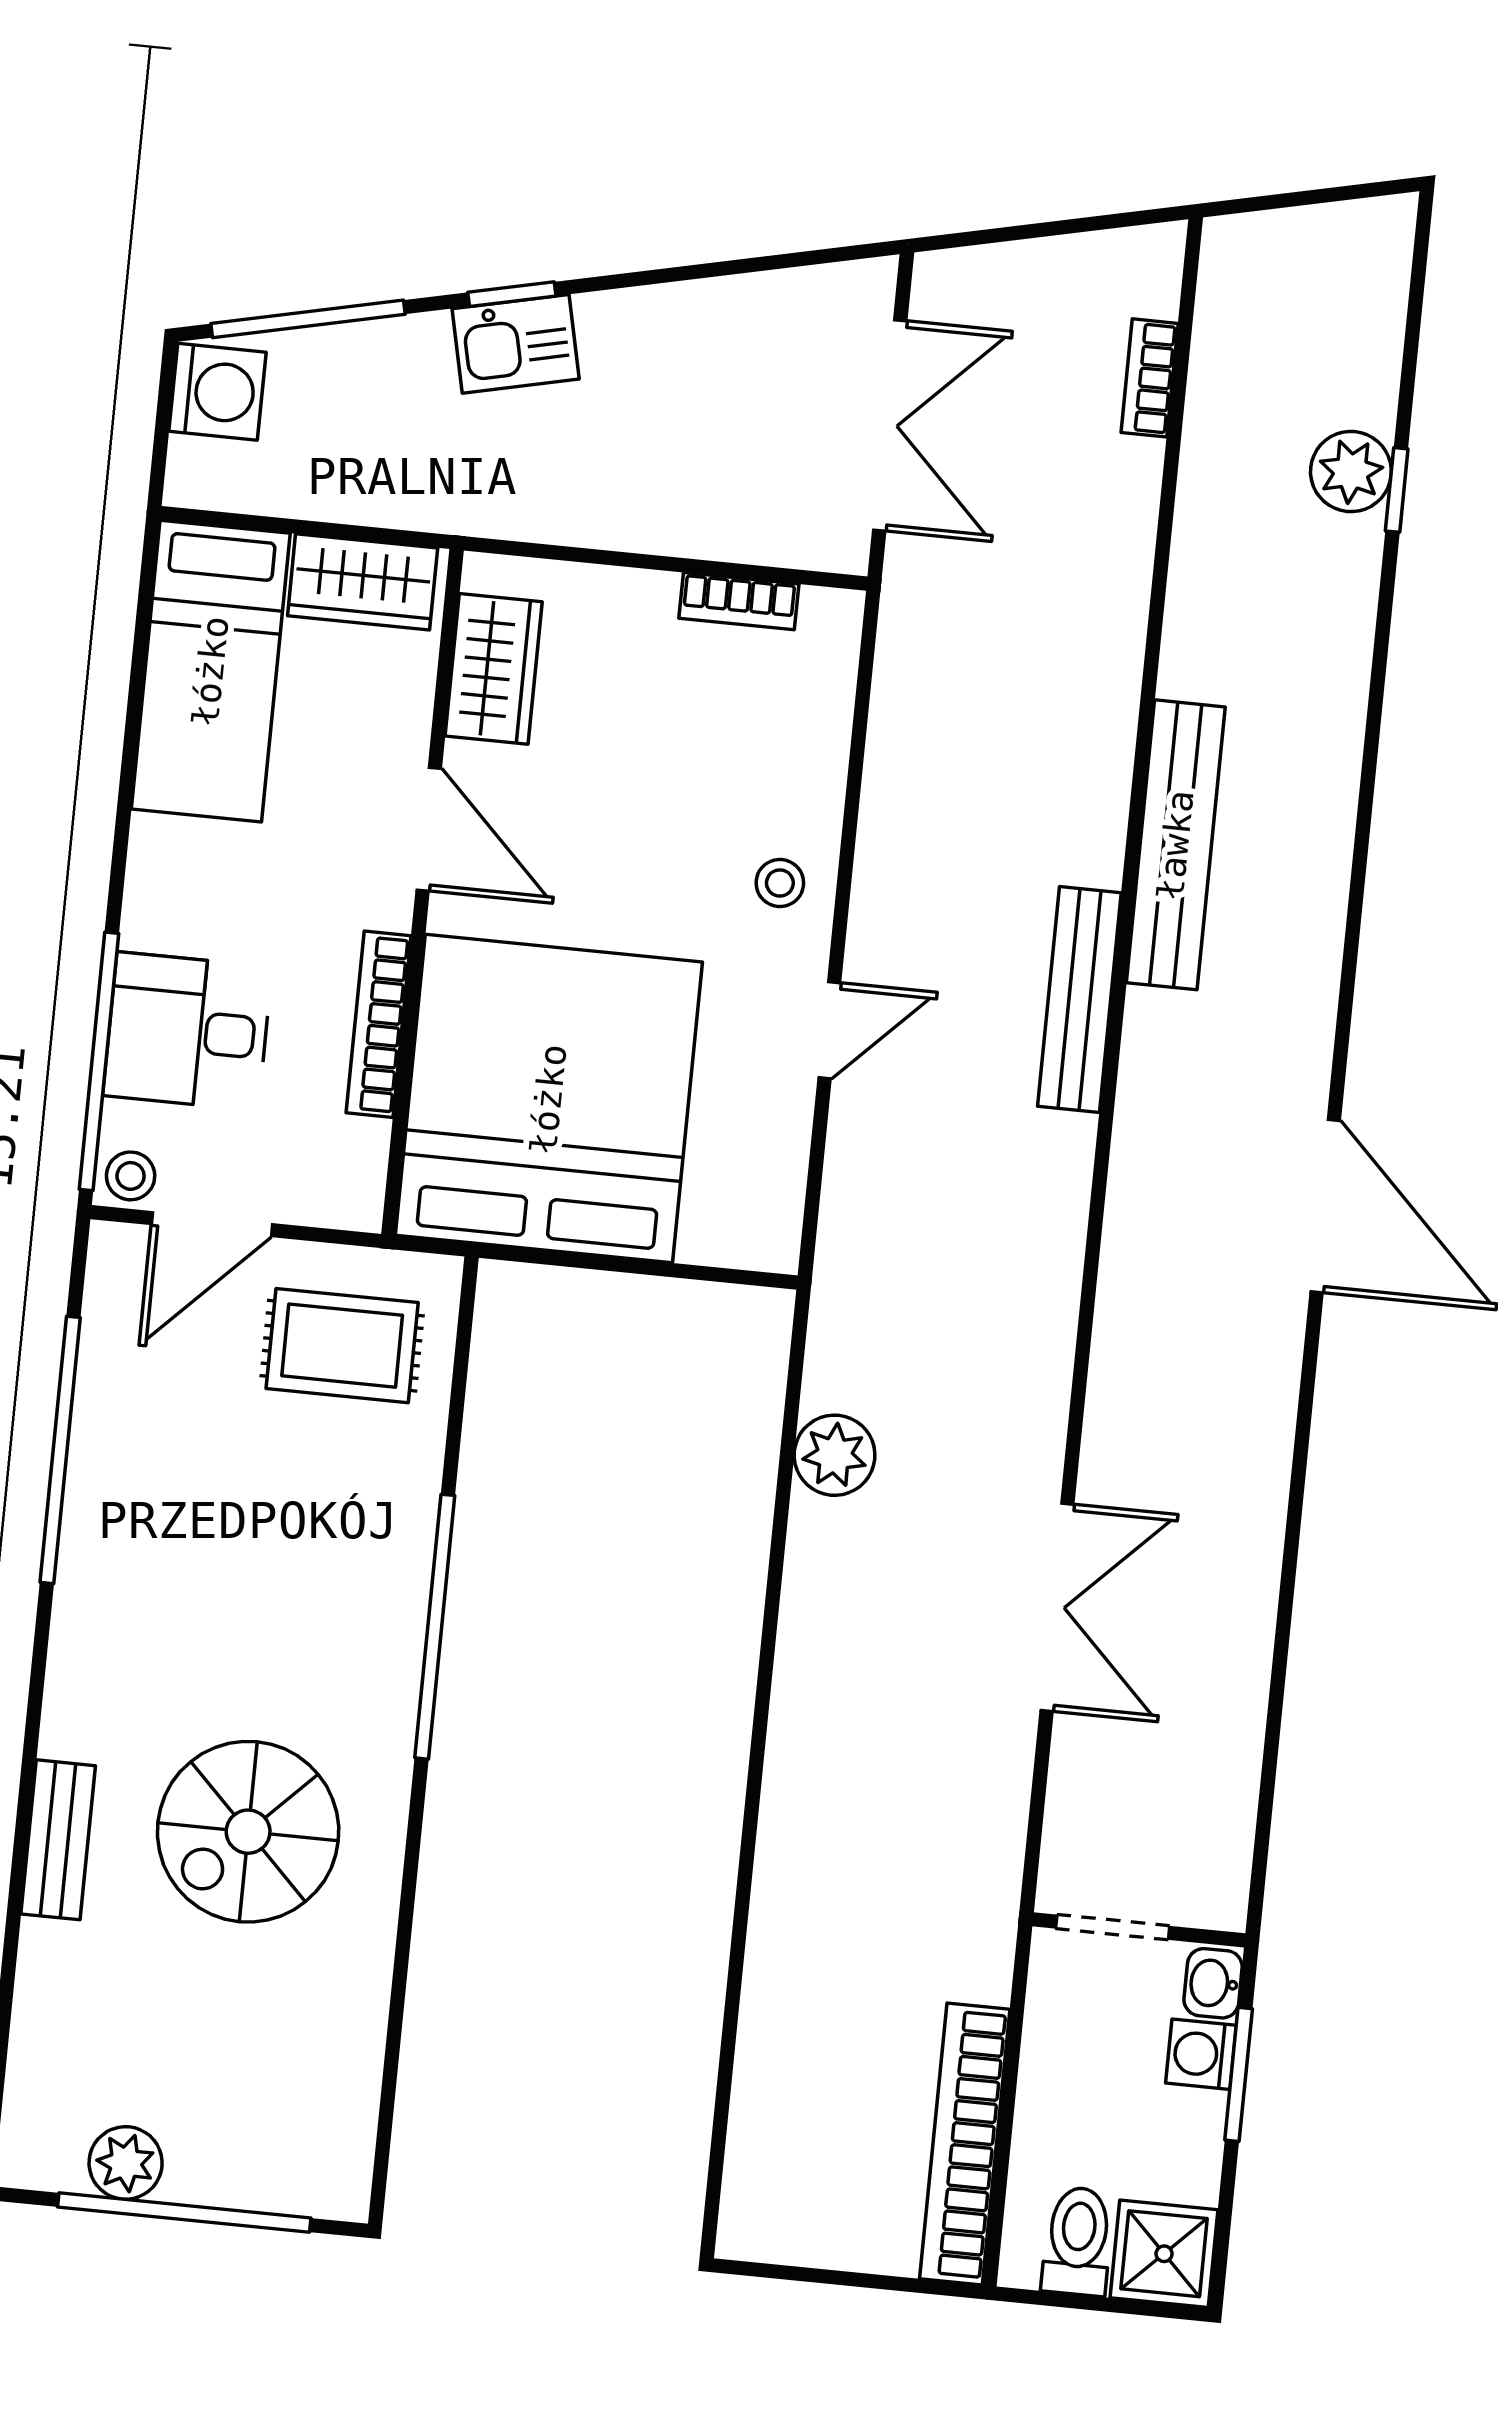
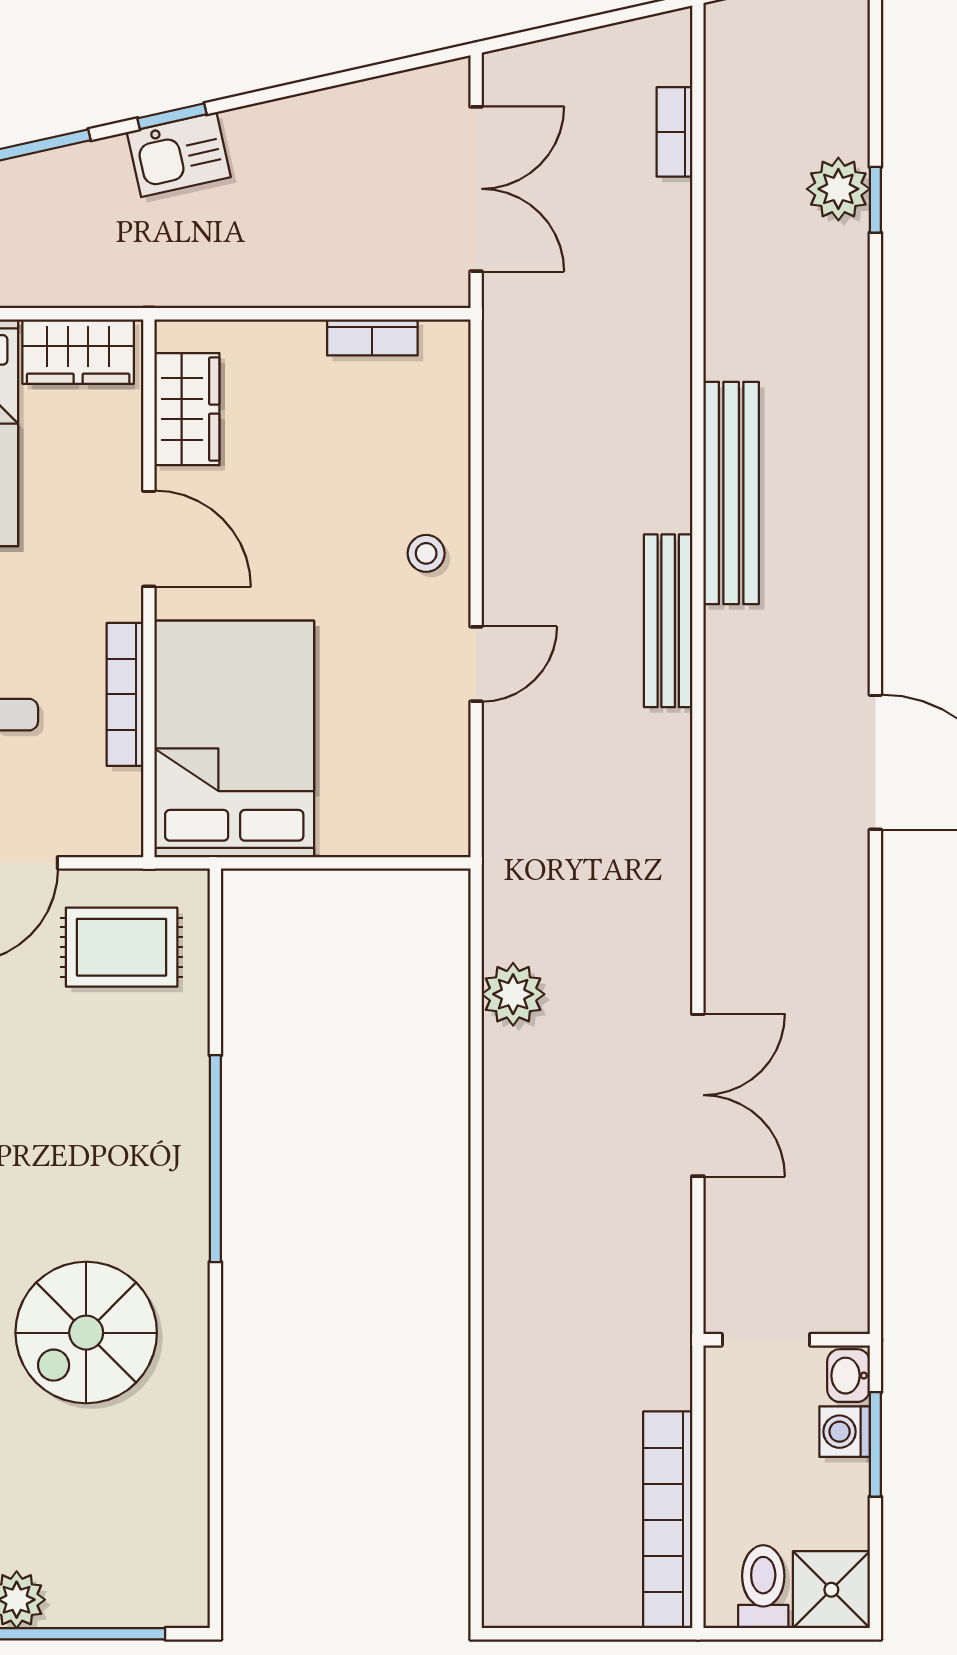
bed: (549, 1099) -> (234, 739), width x0.73

